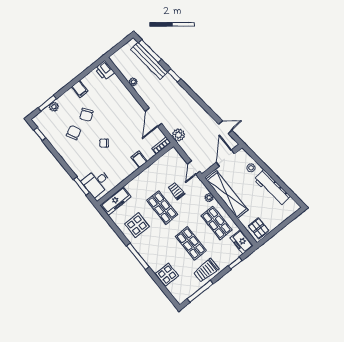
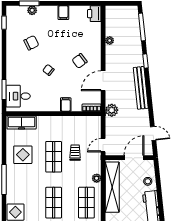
bench: (149, 61) -> (141, 88), moved
chair: (86, 115) -> (80, 61), moved

